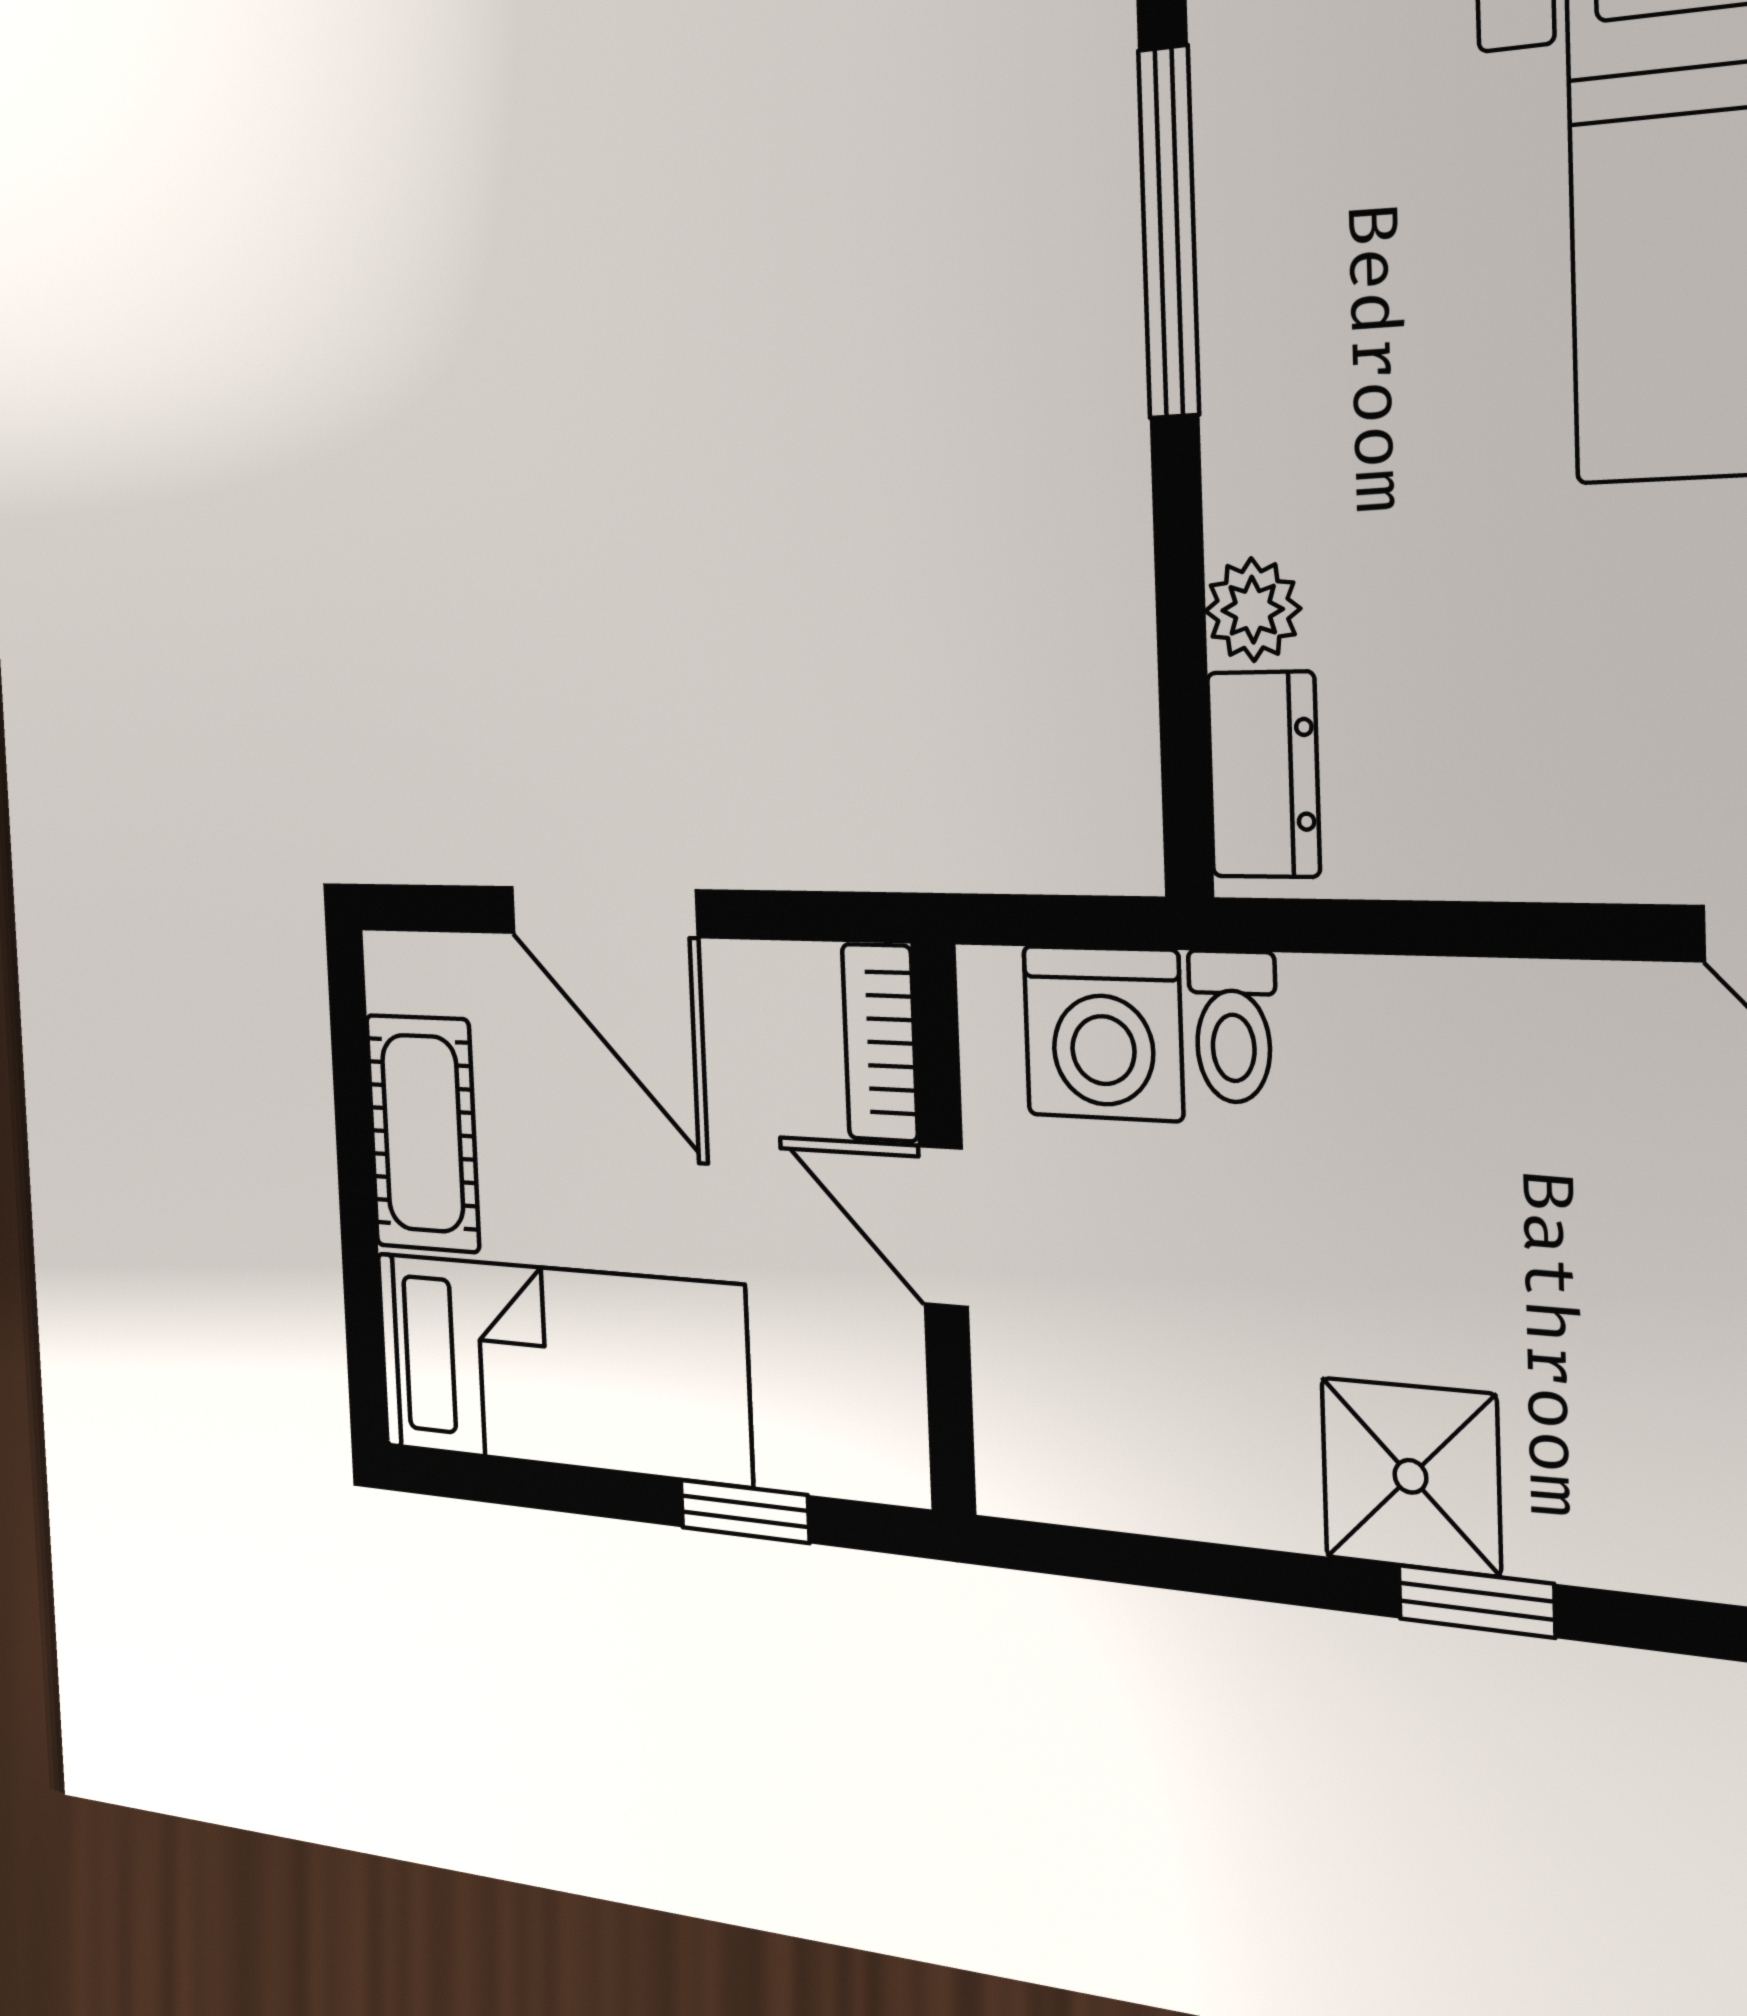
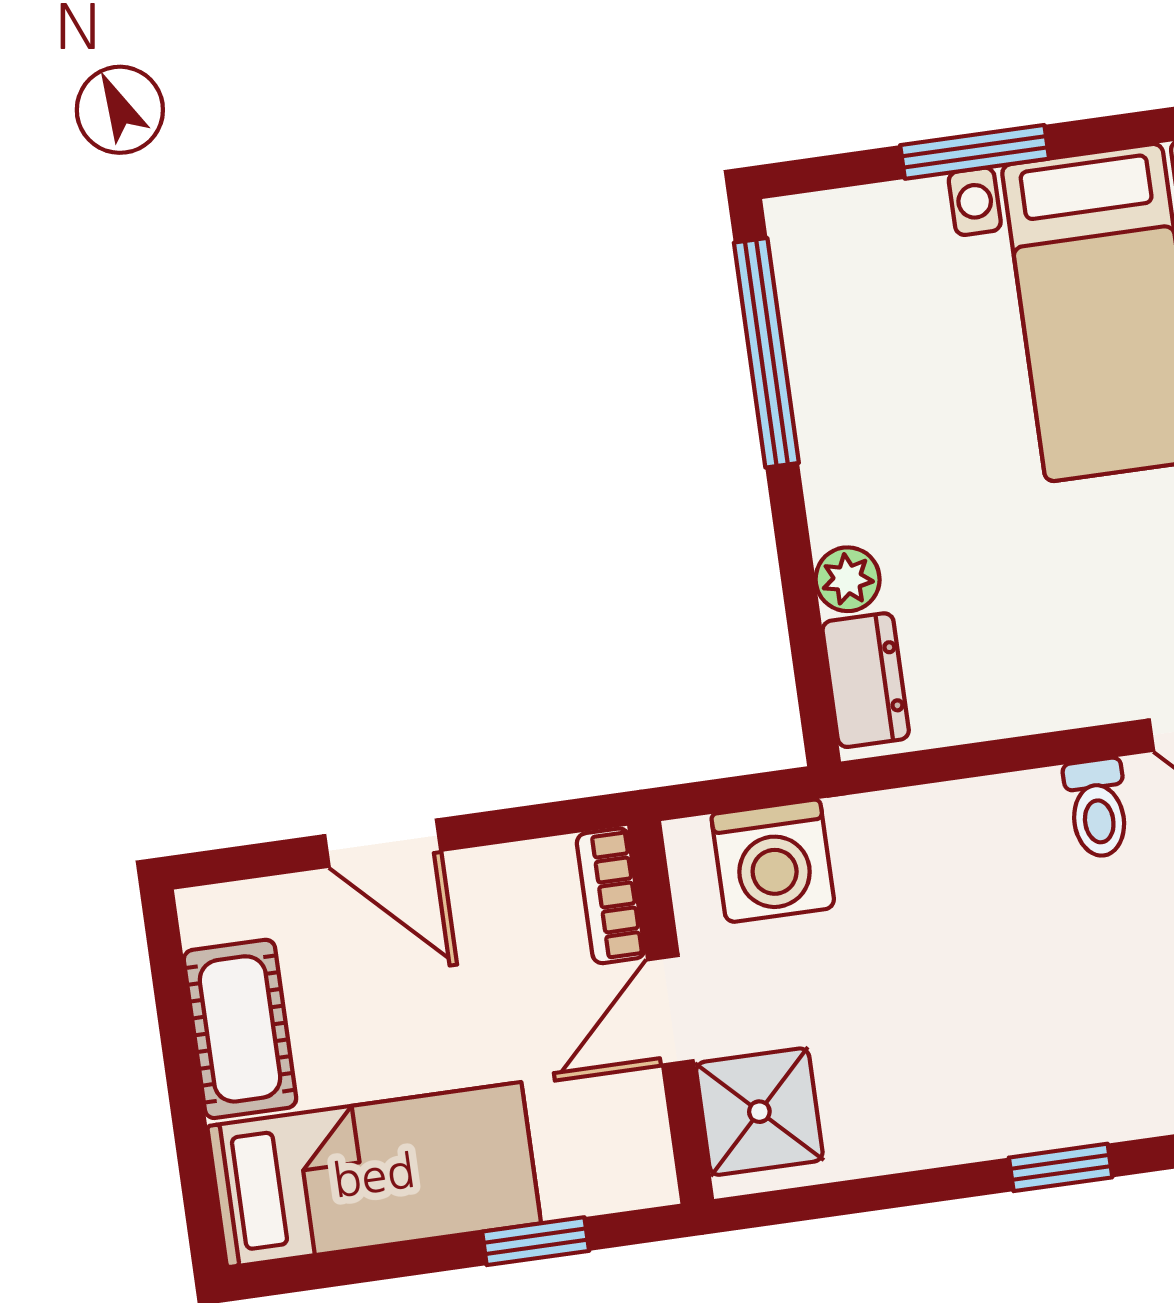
door: (603, 912) -> (383, 843), width x0.73
toilet: (1233, 1027) -> (1097, 808), moved
door: (943, 1227) -> (670, 1010), hinge flipped
shower: (1410, 1476) -> (759, 1112), moved

